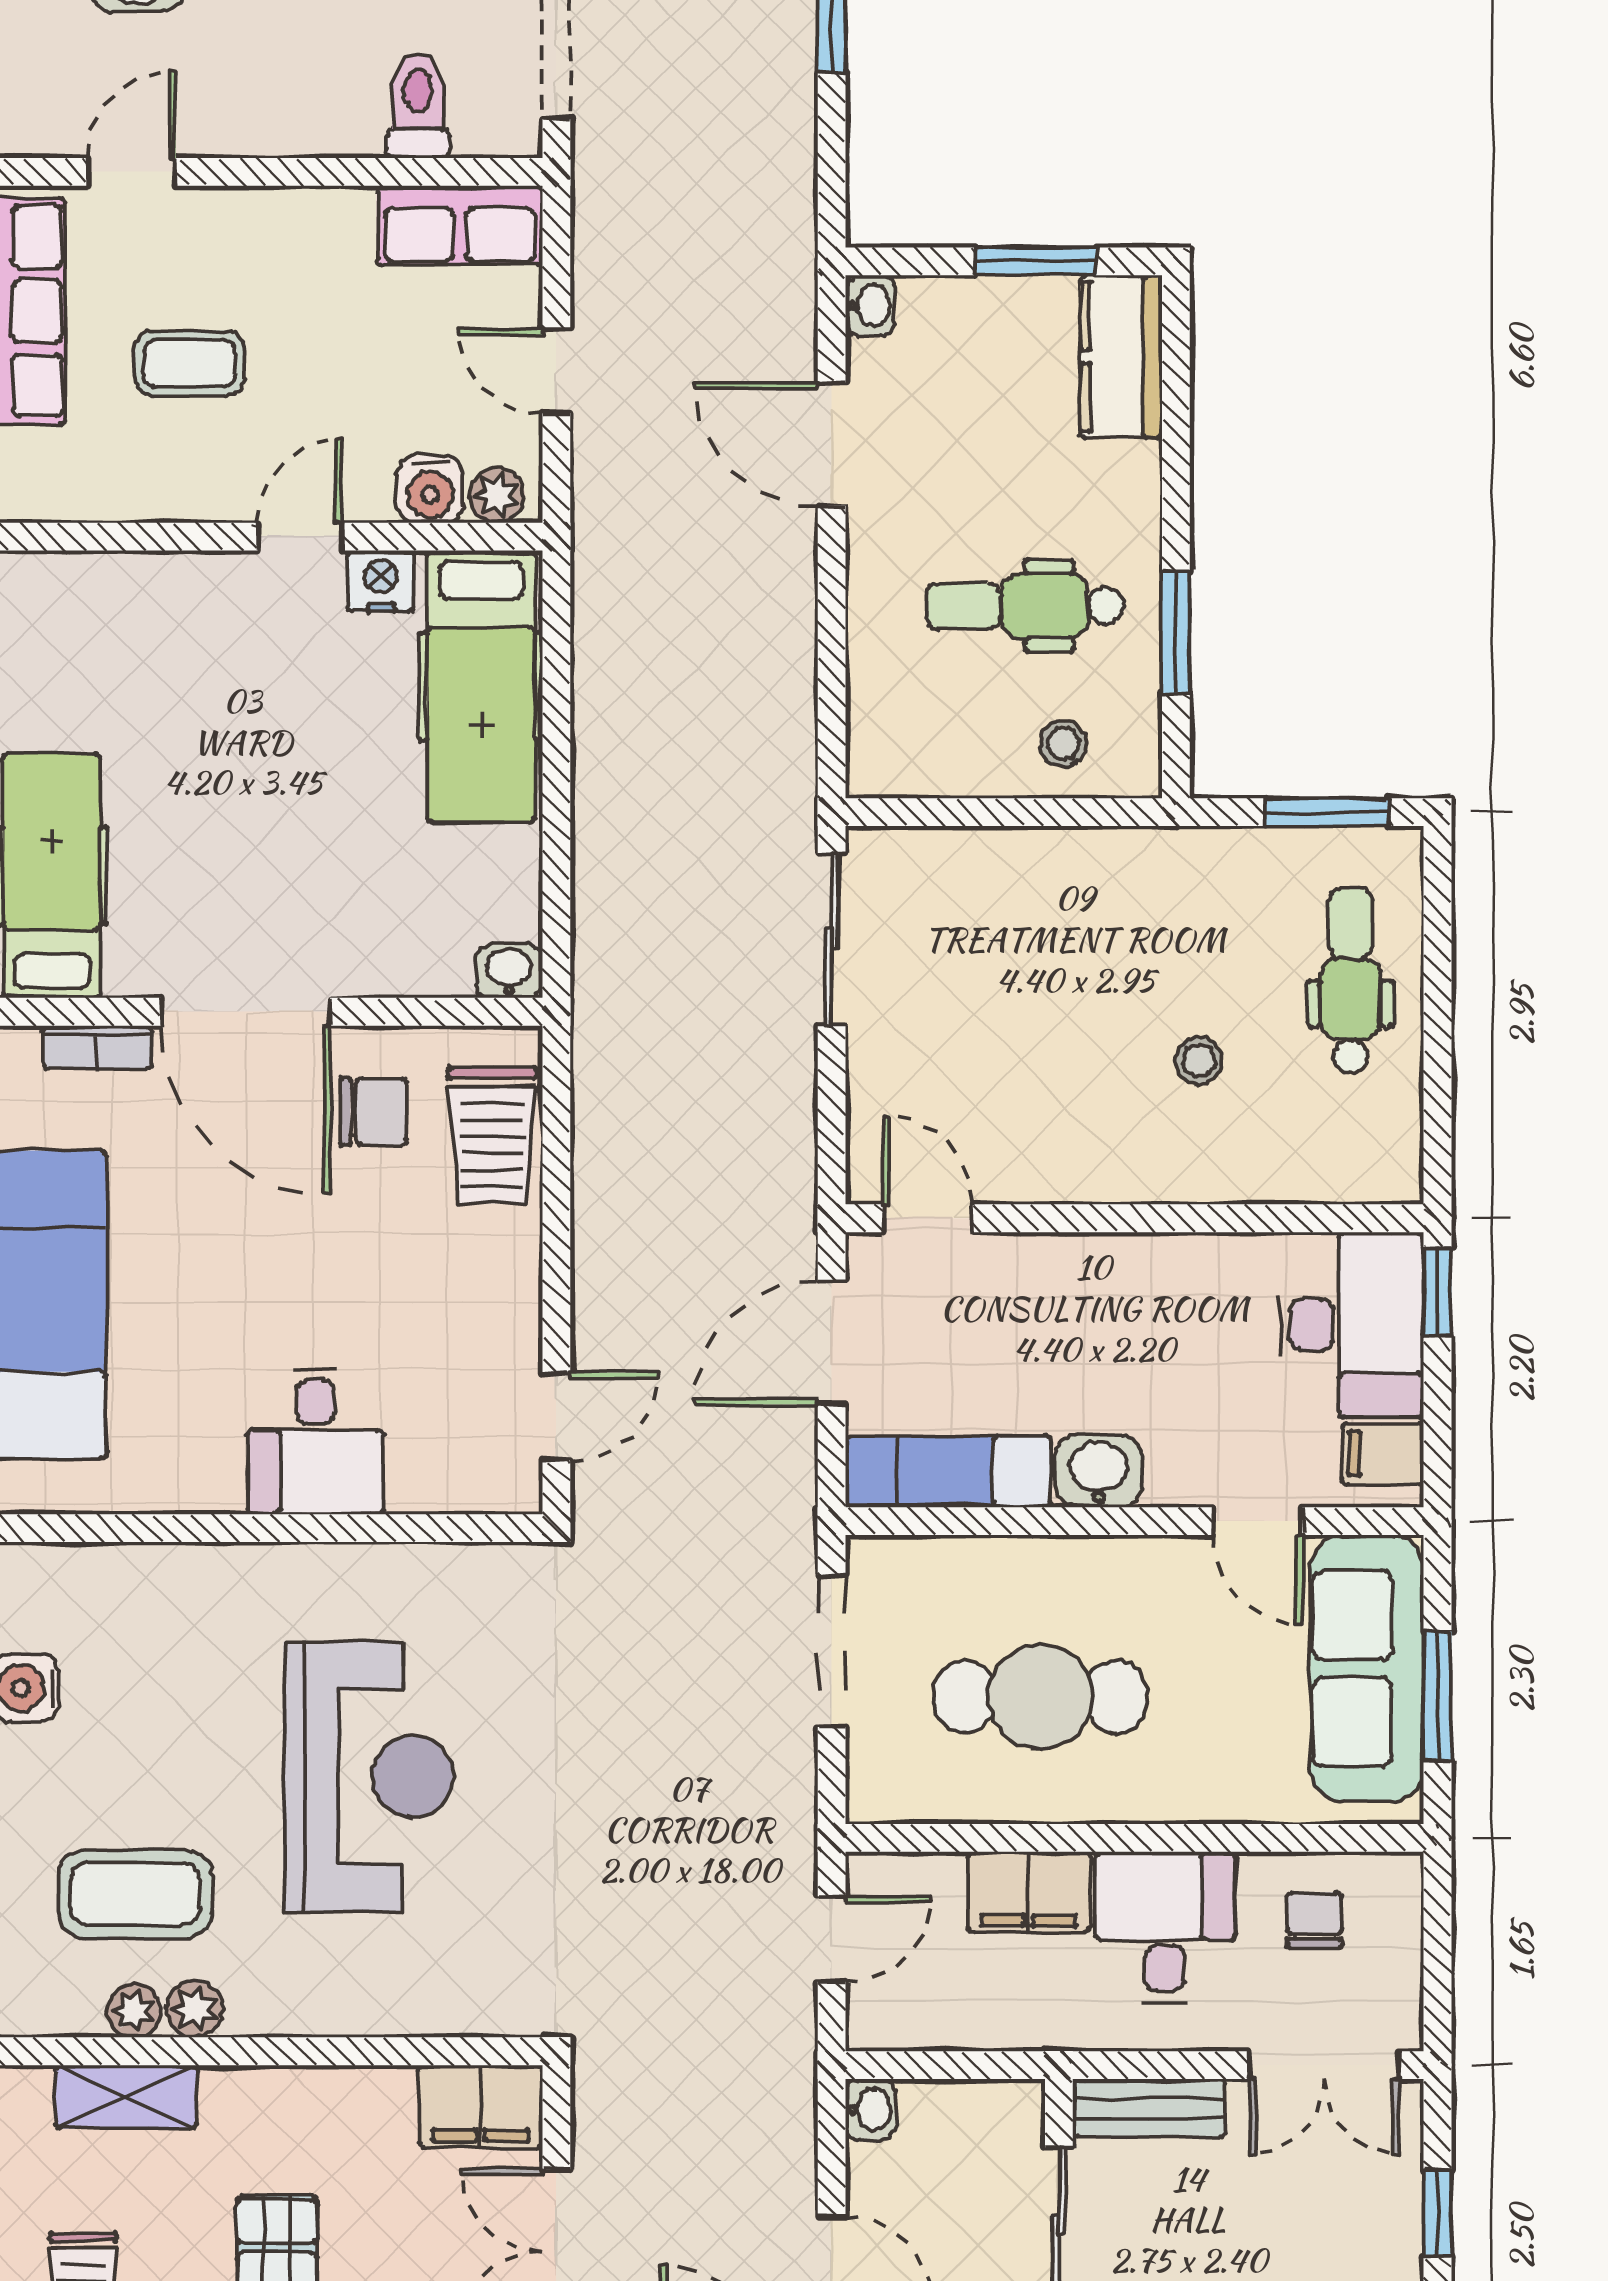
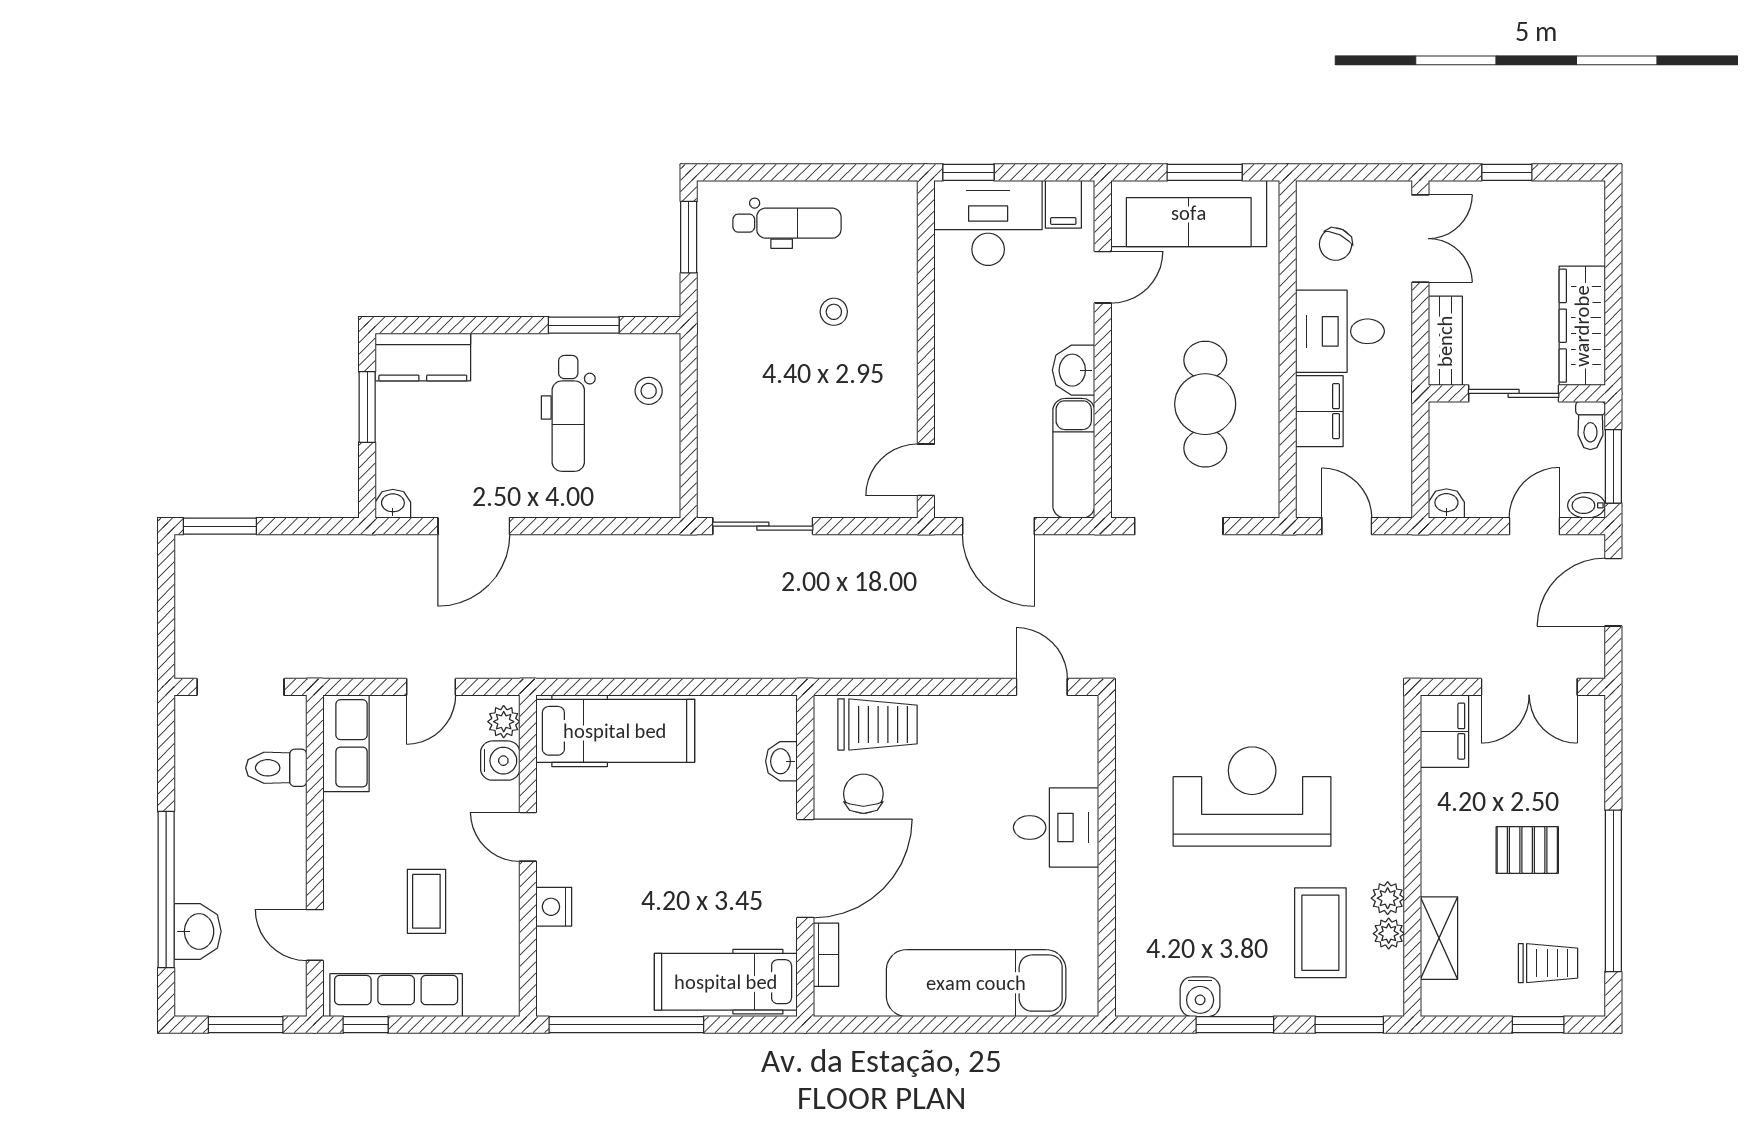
nightstand: (381, 581) -> (554, 907), moved
washbasin: (509, 971) -> (781, 761), moved
dental chair: (1351, 981) -> (787, 223), turned 180
chair: (1314, 1920) -> (1336, 244), turned -64

